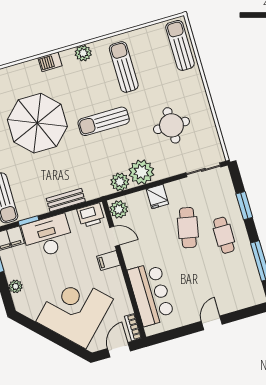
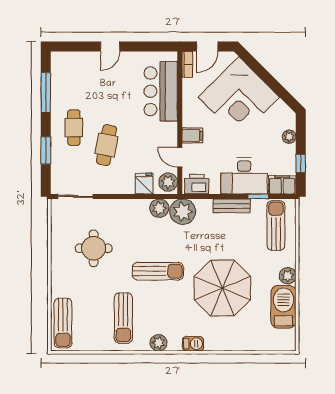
plant: (141, 172) -> (183, 212), moved
fridge: (157, 197) -> (144, 184), moved
bench: (66, 200) -> (232, 206), moved

